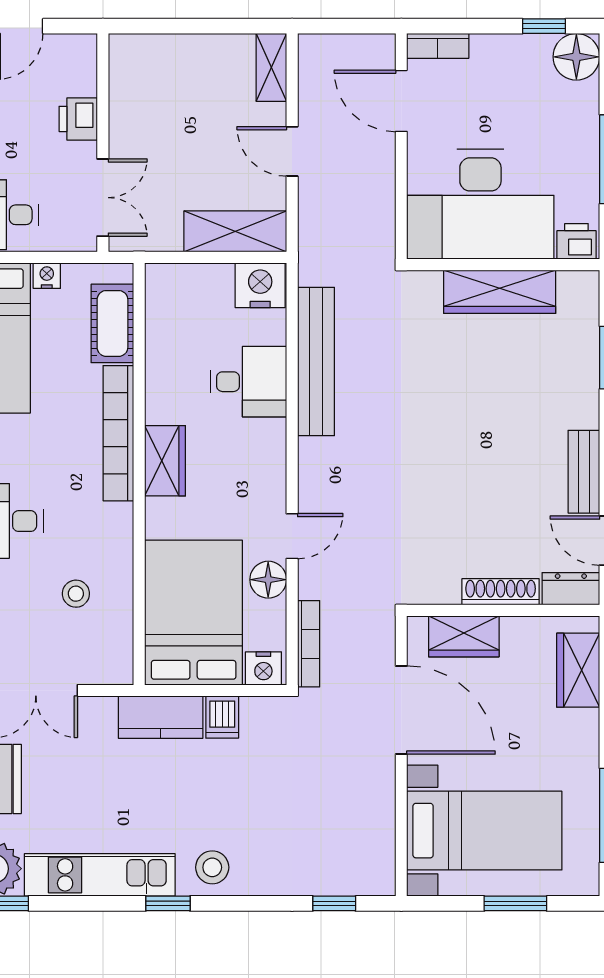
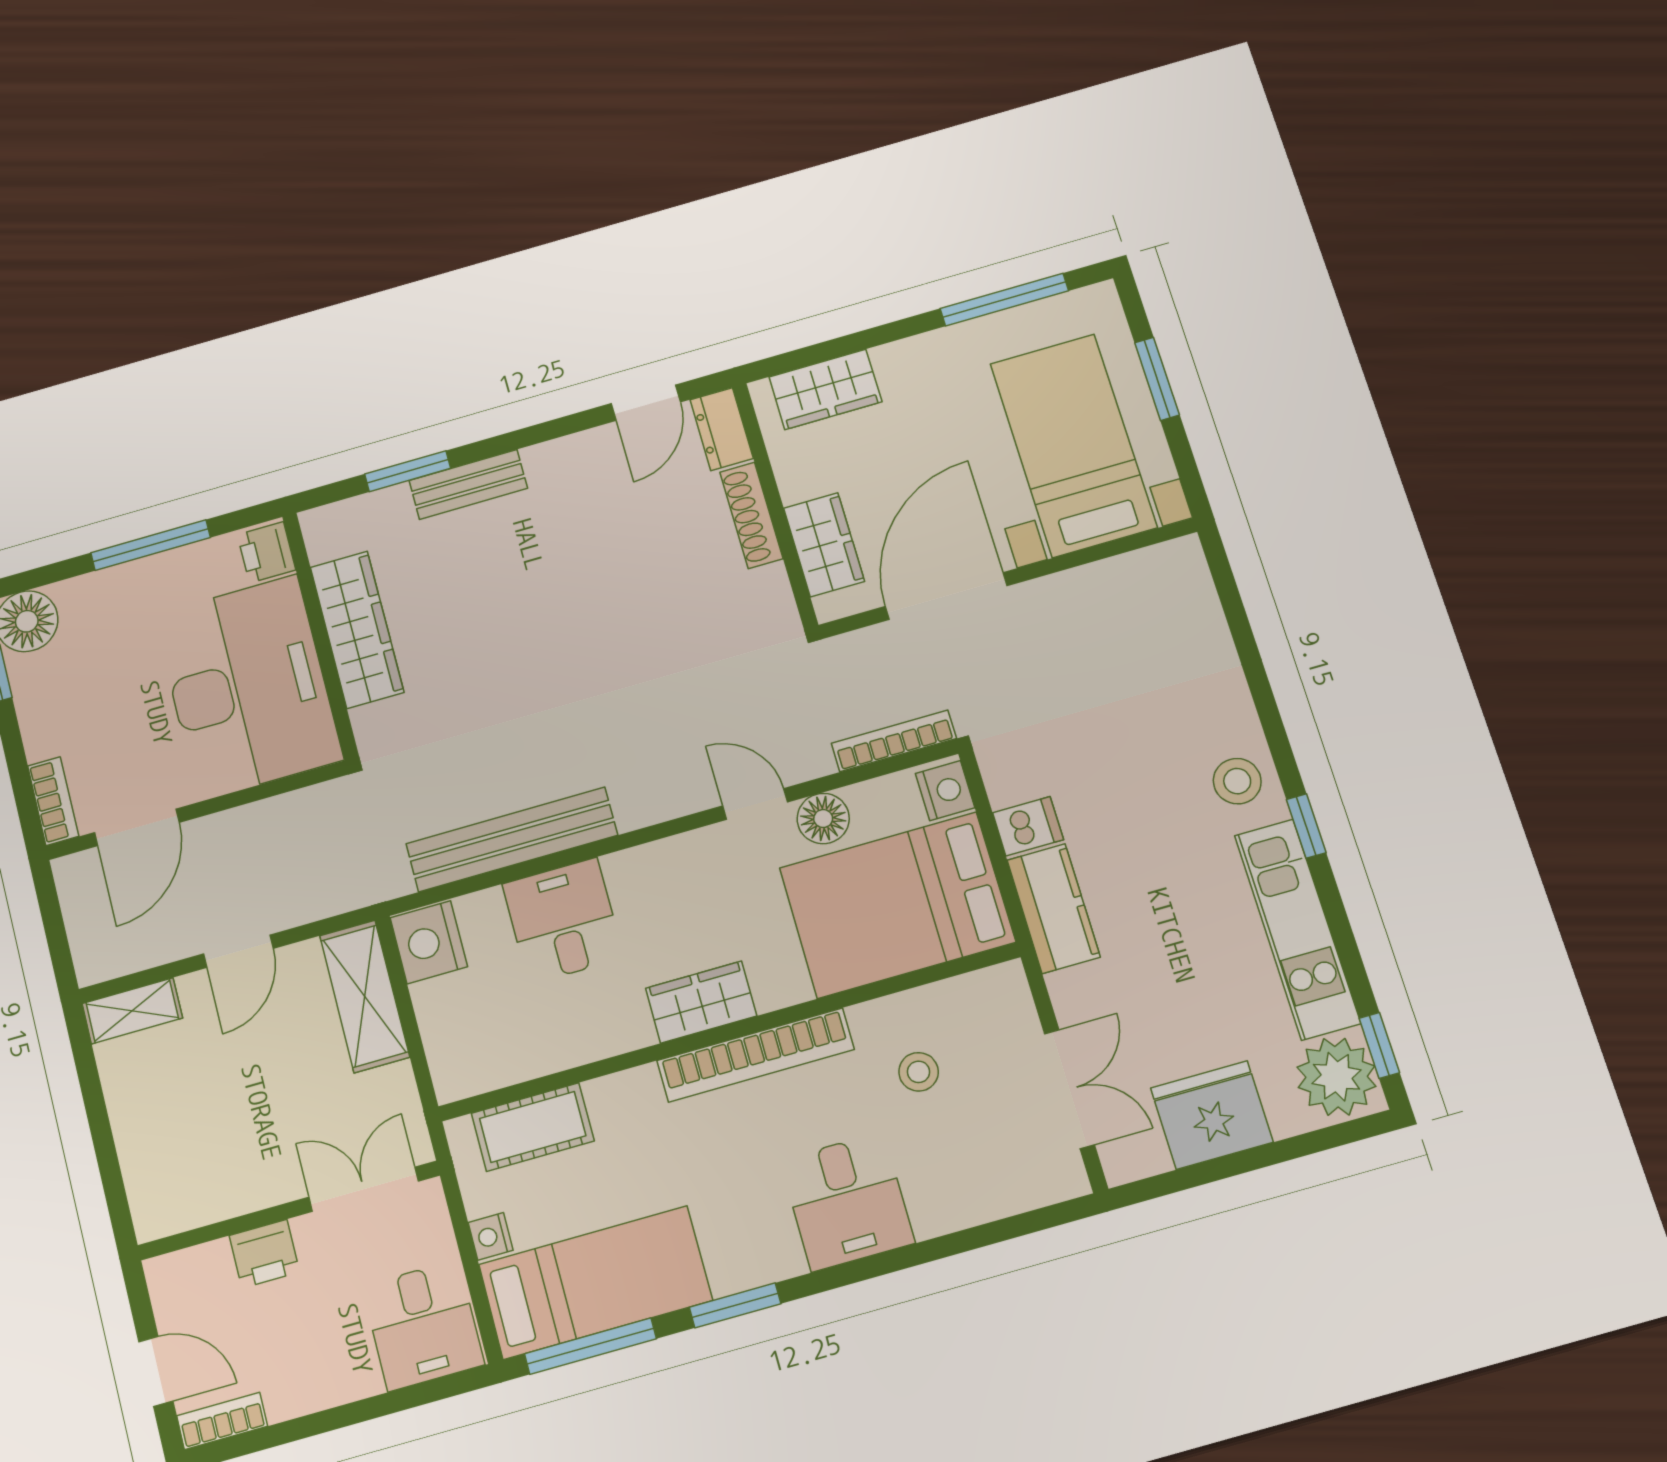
bookcase: (118, 433) -> (756, 1055), moved
bench: (584, 472) -> (468, 484), moved
window: (334, 903) -> (1233, 608), removed

